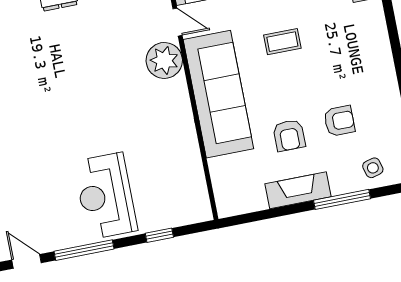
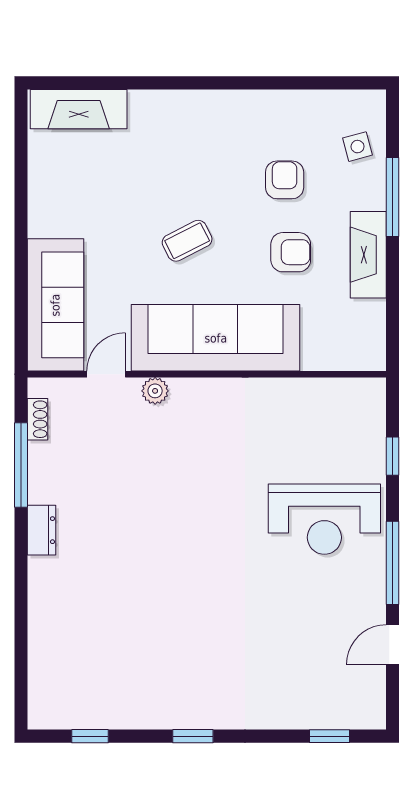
coffee table: (282, 42) -> (187, 241), moved, turned 63
plant: (164, 60) -> (155, 391), width x0.53, depth x0.53

